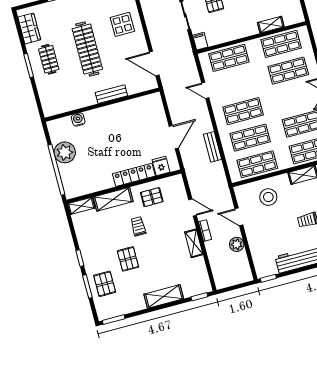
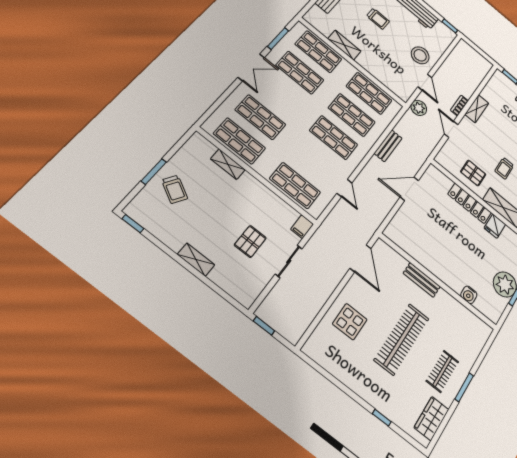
fridge: (161, 166) -> (495, 226), moved
stool: (268, 197) -> (420, 55), moved
plant: (237, 244) -> (419, 108), moved

